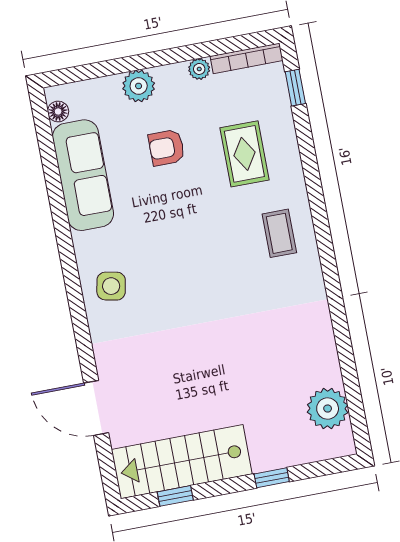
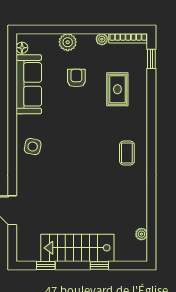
armchair: (167, 148) -> (76, 78), turned 90
coffee table: (279, 233) -> (127, 153), moved
plant: (328, 409) -> (141, 234), width x0.53, depth x0.53
stairs: (182, 462) -> (77, 248), moved

